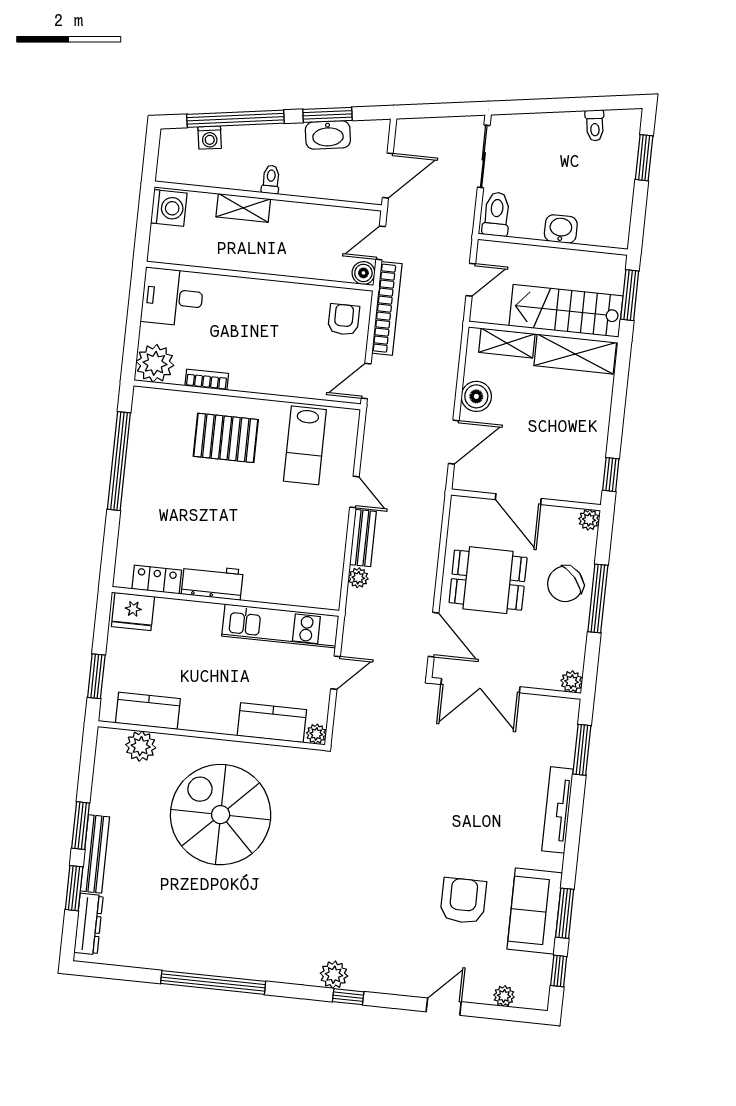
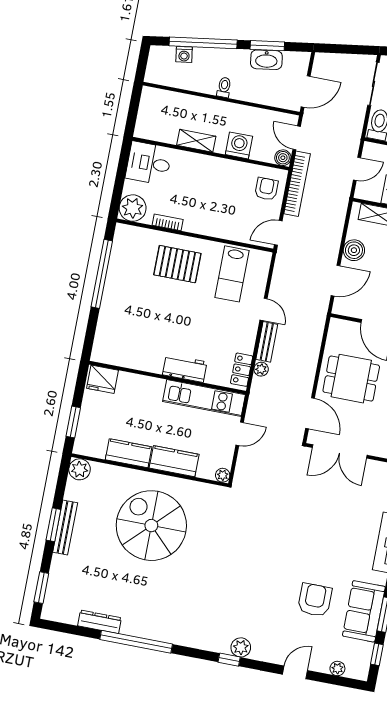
washing machine: (169, 208) -> (239, 145), moved, turned -90
shelving: (243, 208) -> (196, 141), moved
door: (381, 243) -> (297, 138), hinge flipped
locker: (157, 579) -> (242, 370), moved, turned -90
workbench: (212, 582) -> (185, 368), moved
kitchen counter: (148, 711) -> (129, 453), moved
kitchen counter: (272, 723) -> (174, 461), moved
plant: (141, 746) -> (80, 469), moved
bench: (95, 854) -> (65, 527), moved
window: (74, 888) -> (41, 588), moved
dresser: (89, 924) -> (100, 622), moved, turned -90
plant: (334, 975) -> (241, 647), moved

